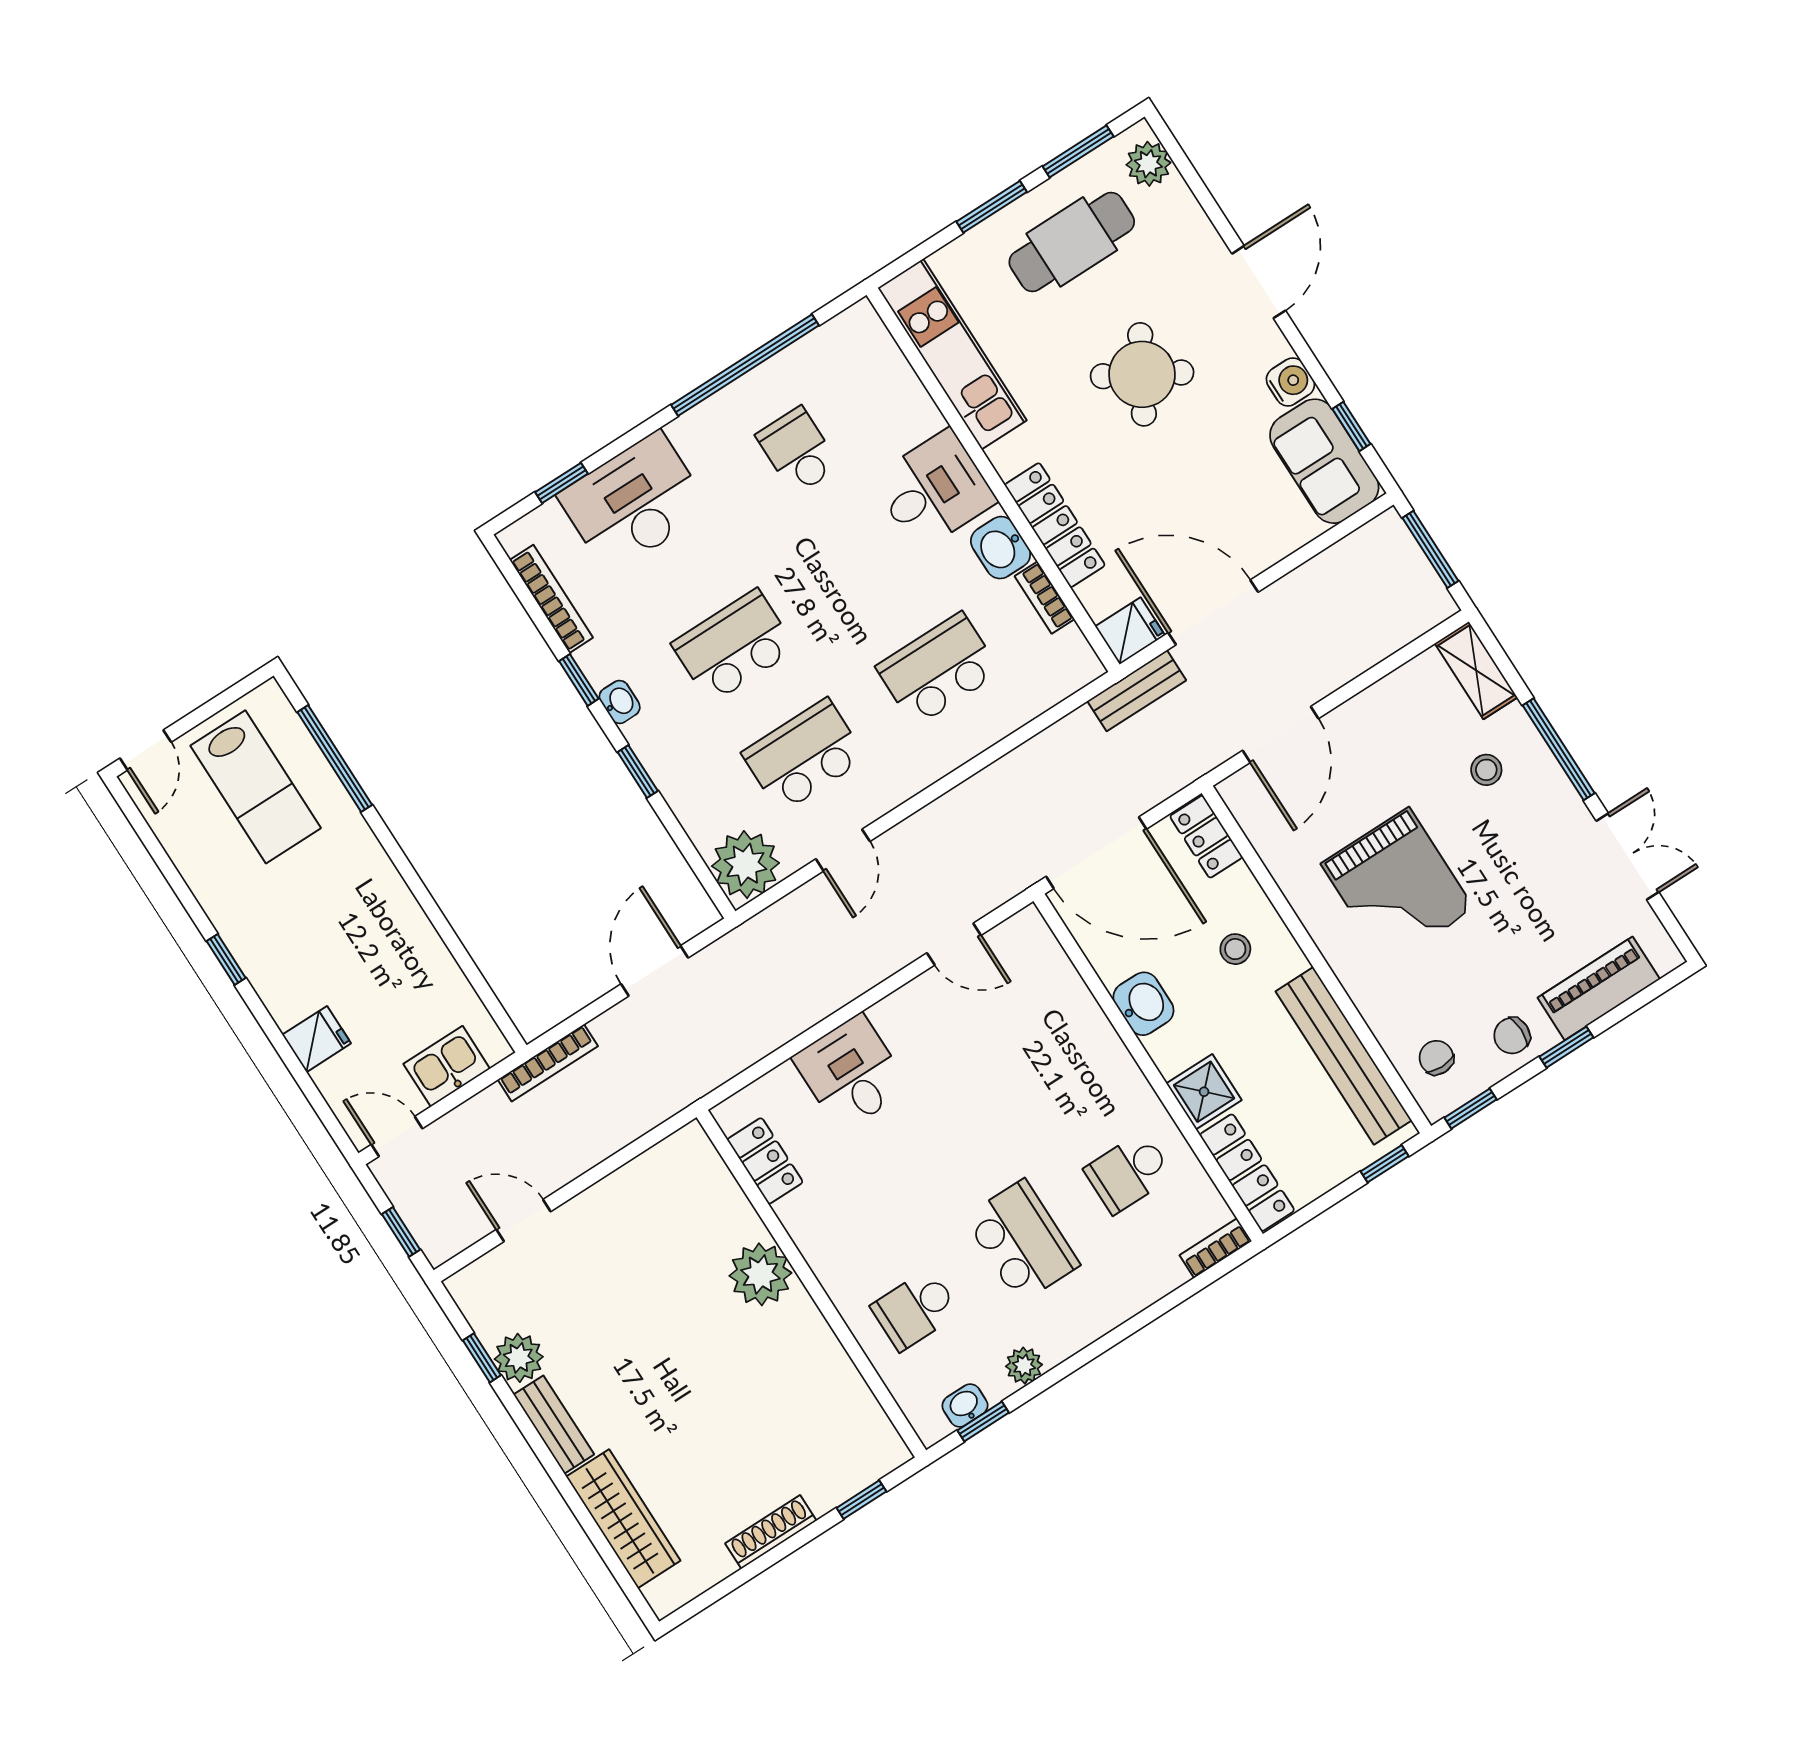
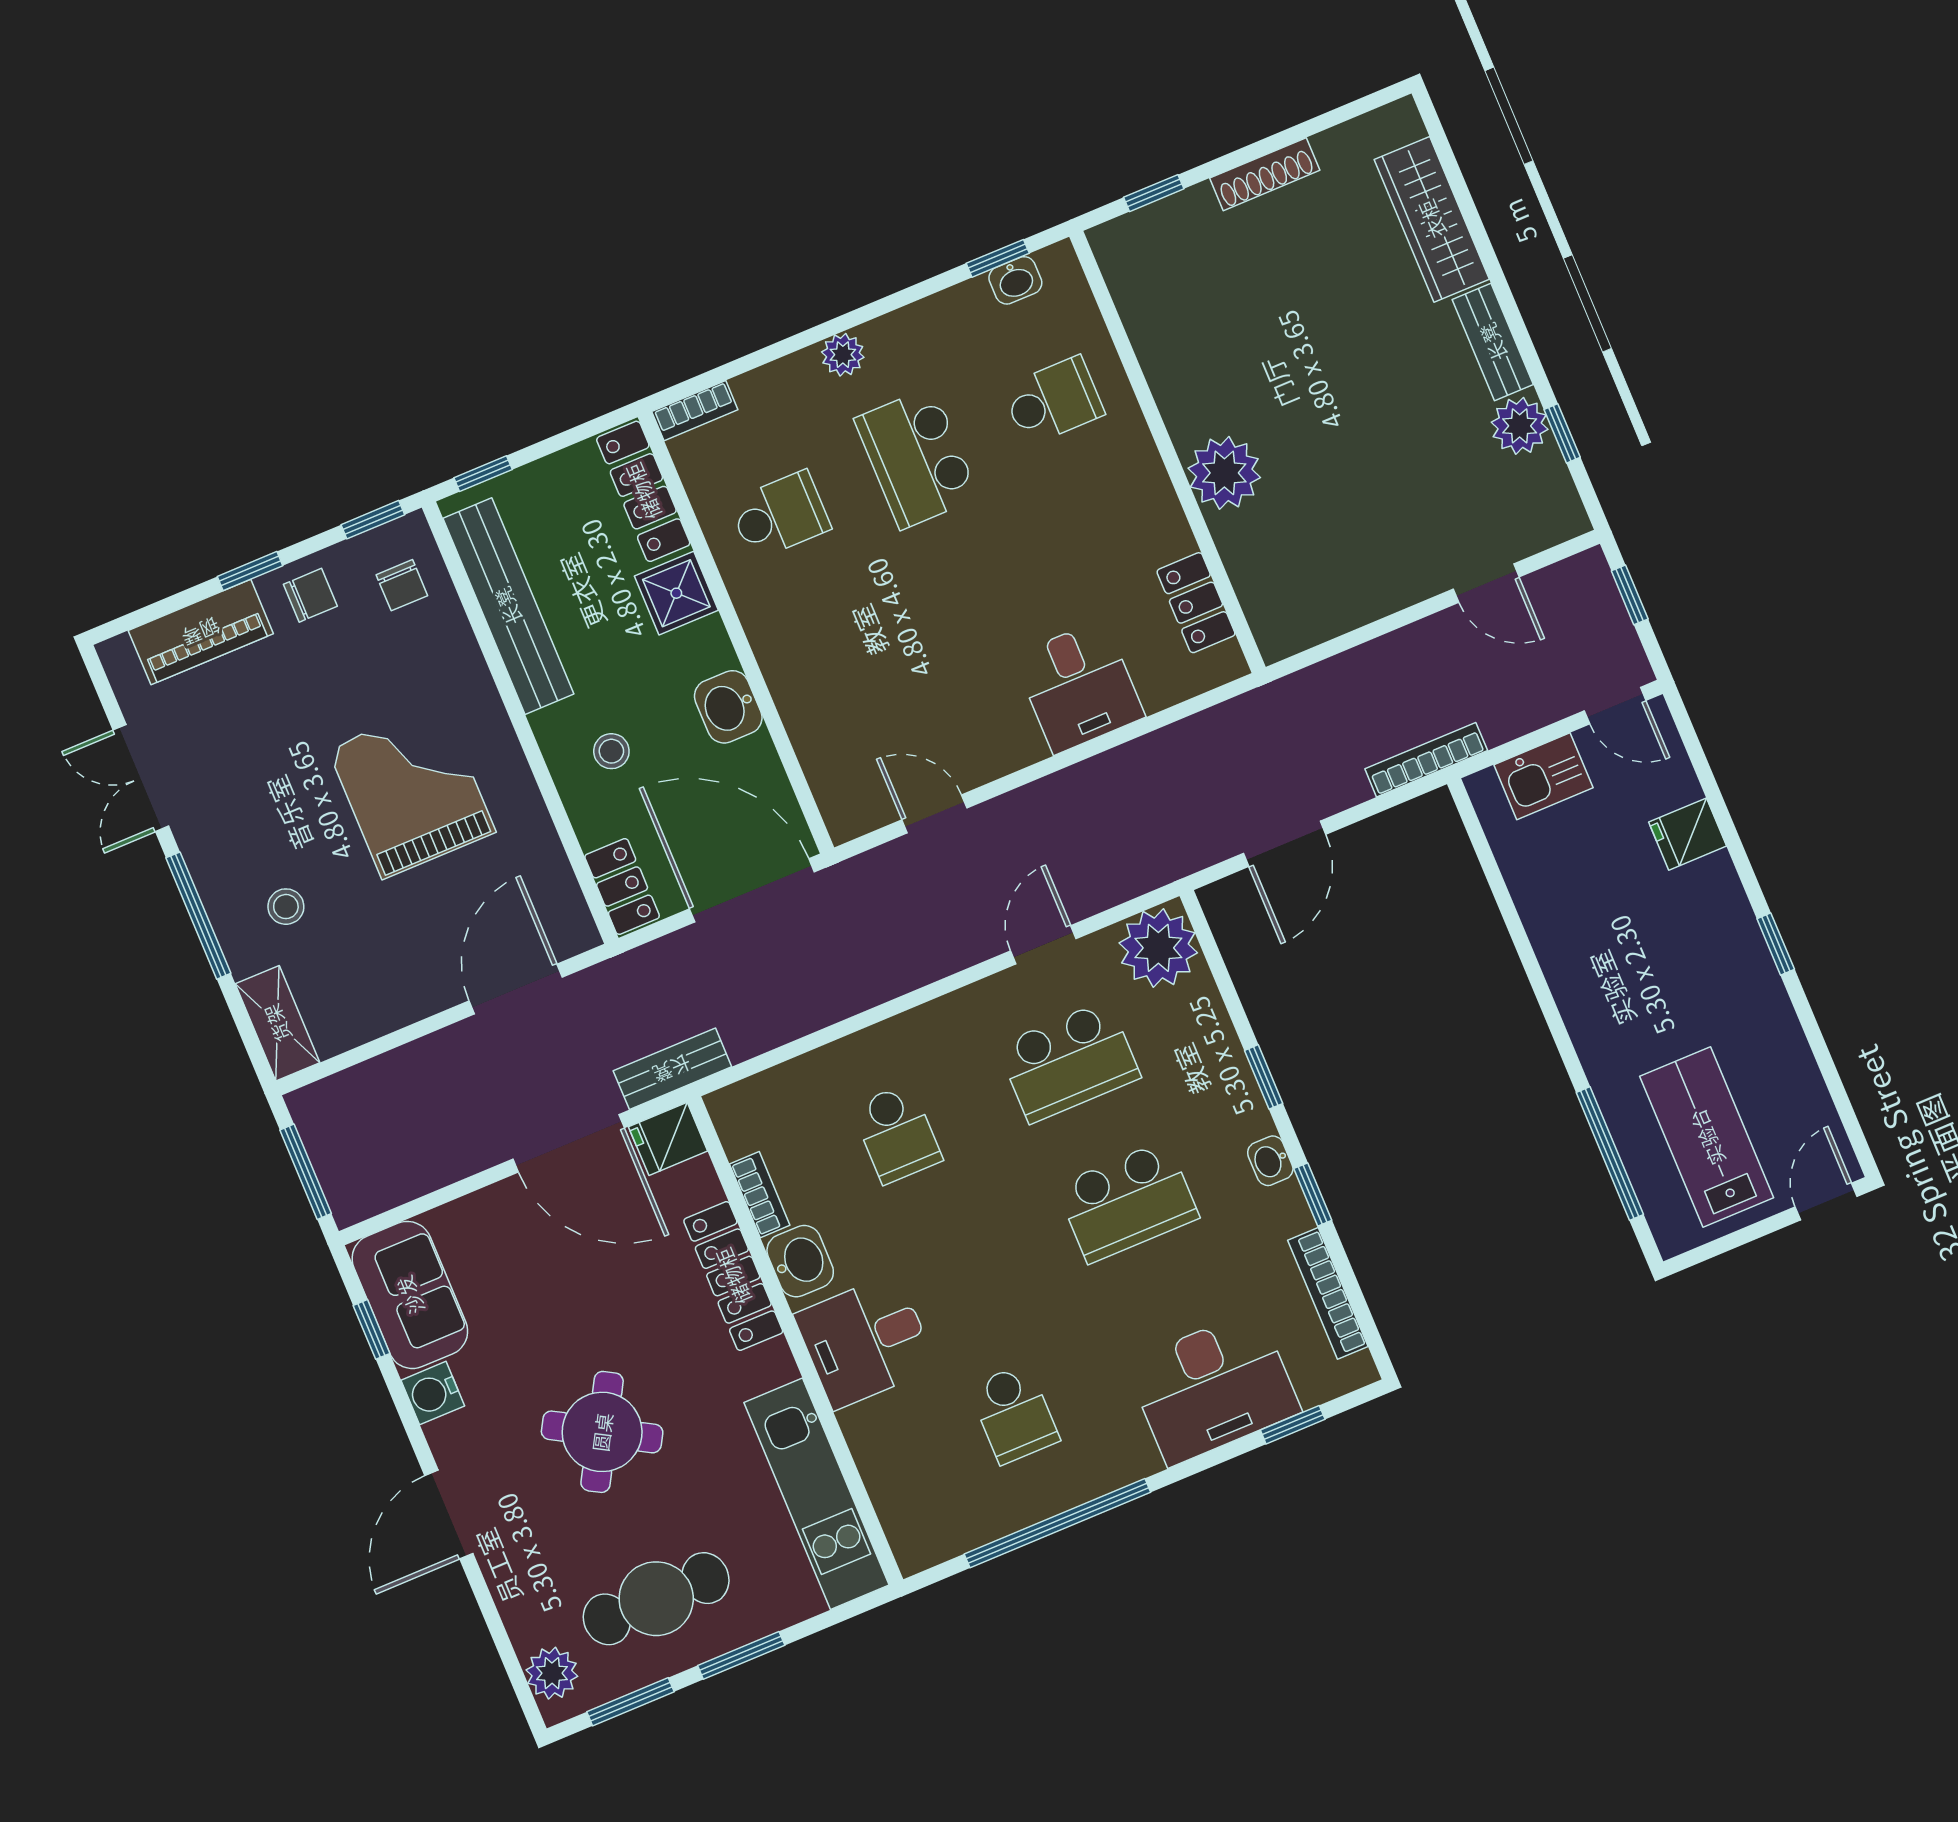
school desk: (938, 669) -> (897, 1134), width x0.54
plant: (1024, 1366) -> (843, 355), moved

